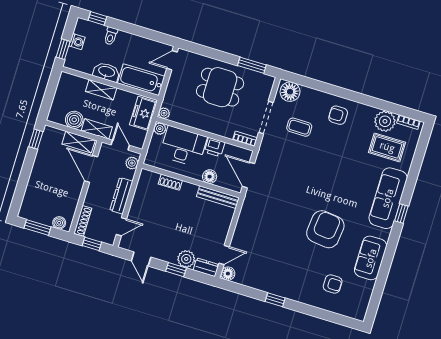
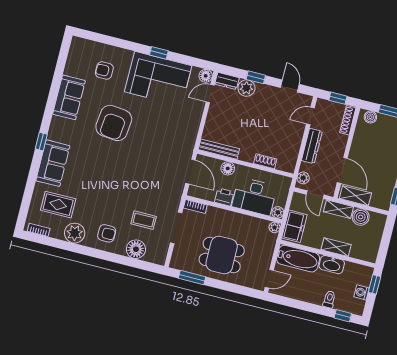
floor lamp: (290, 92) -> (136, 249), moved
plant: (385, 121) -> (75, 233), moved
sofa: (388, 198) -> (53, 163), width x0.73
corner sofa: (277, 273) -> (158, 79), added

